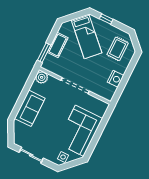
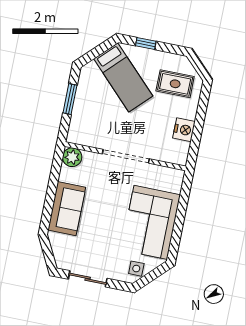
cot: (58, 45) -> (83, 102), removed
rug: (118, 49) -> (175, 84), turned 90
window: (44, 53) -> (70, 99), moved

